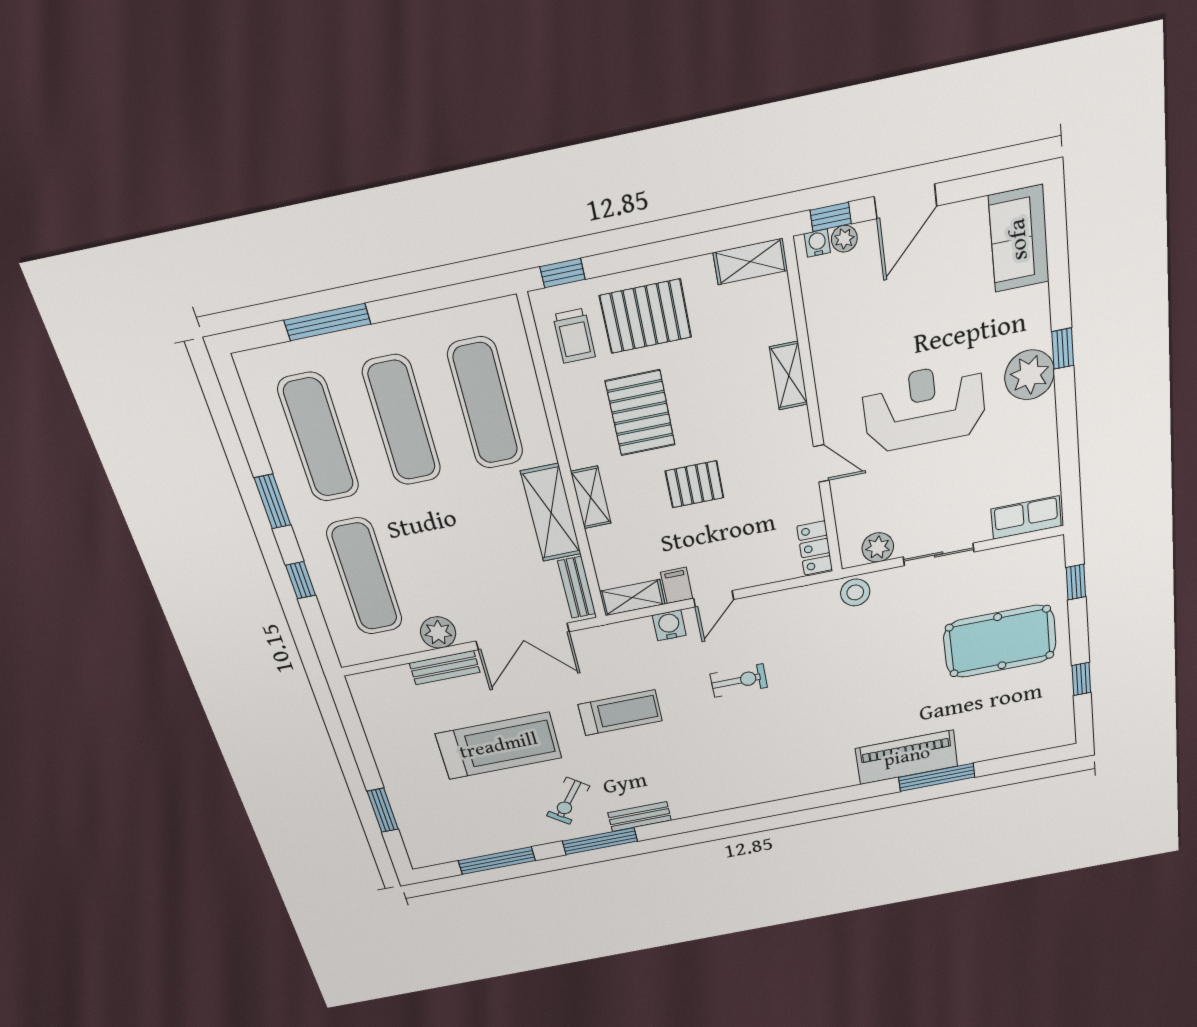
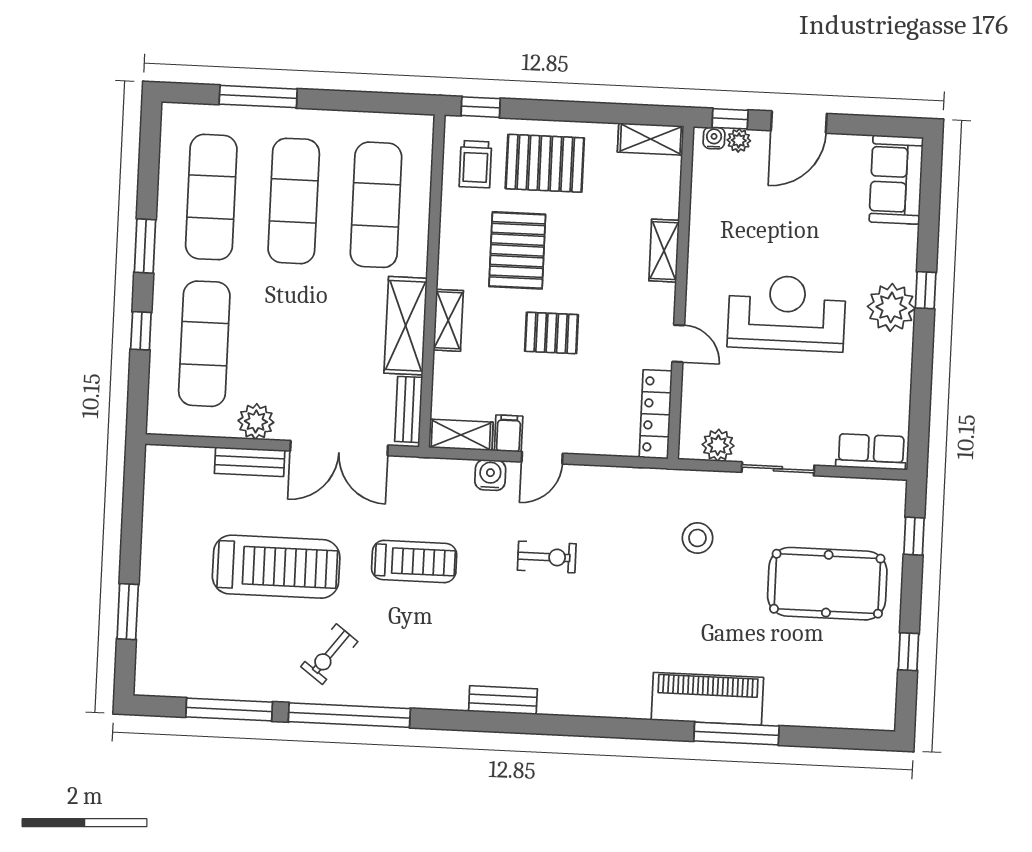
locker: (815, 548) -> (656, 414), width x1.53
stool: (855, 592) -> (697, 538), moved
bench: (640, 817) -> (503, 700), moved
window: (600, 841) -> (349, 715), width x1.46

